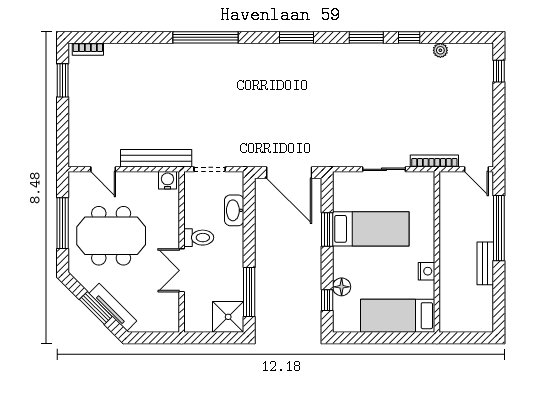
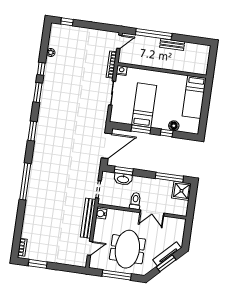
window: (249, 209) -> (124, 171), added
nightstand: (426, 271) -> (122, 70), moved
window: (327, 300) -> (167, 133), moved

